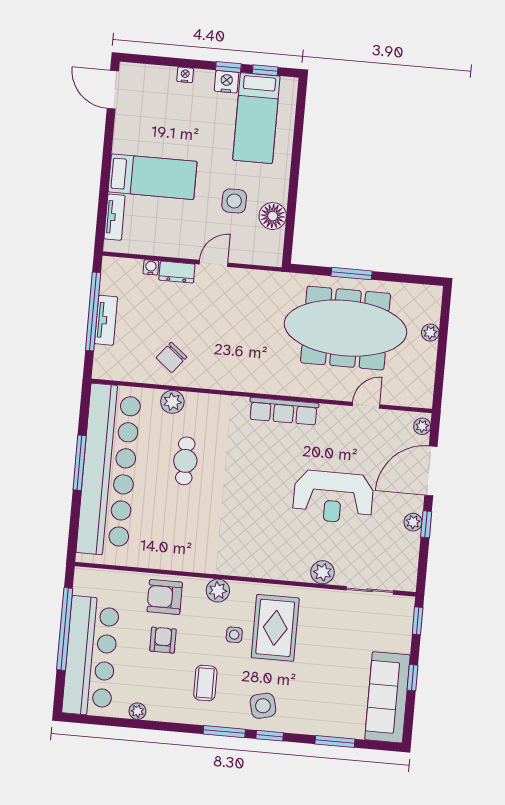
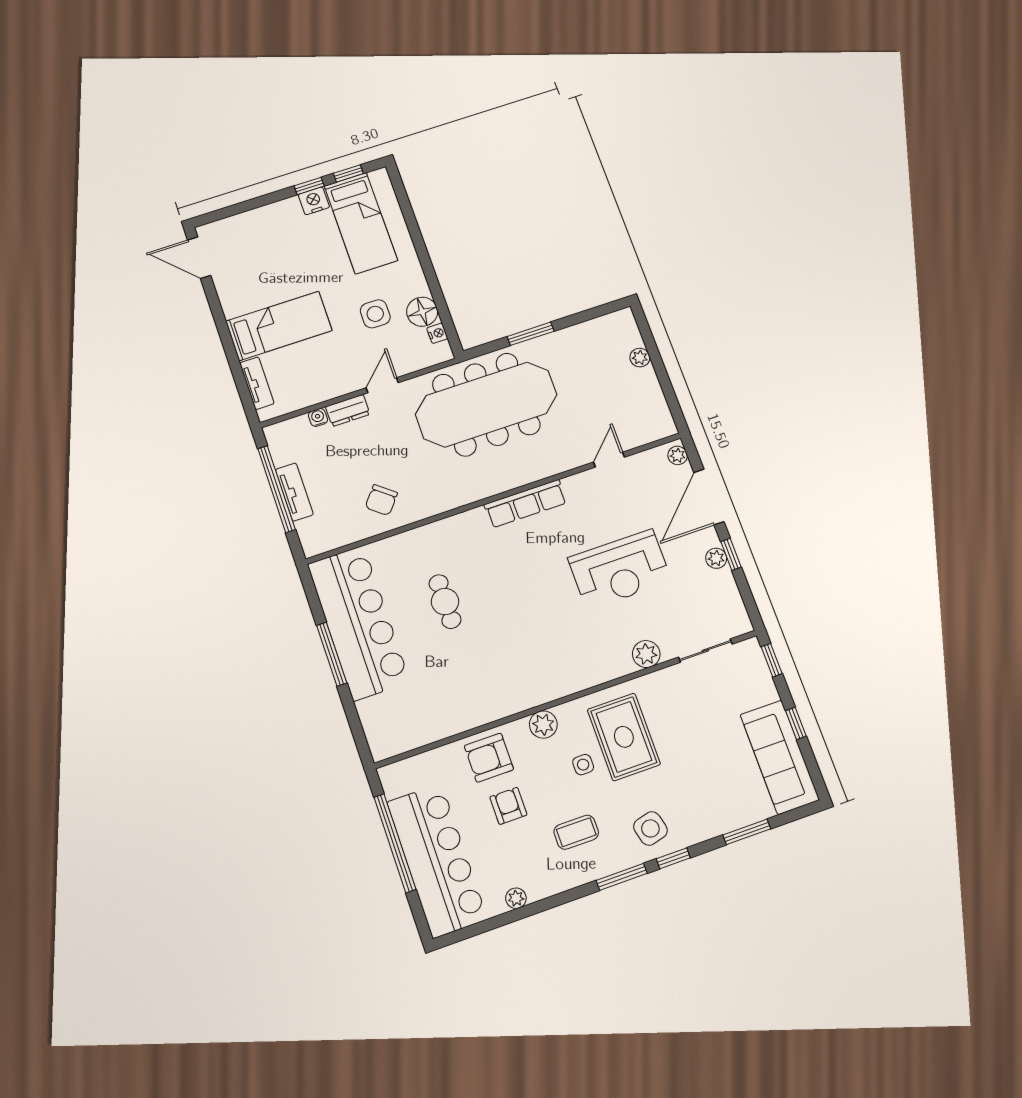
nightstand: (185, 75) -> (437, 333), moved, turned 90
meeting table: (345, 328) -> (486, 404), moved
plant: (172, 402) -> (403, 546), removed
bar counter: (109, 470) -> (358, 623), width x0.73
coffee table: (205, 683) -> (576, 832), turned 90

